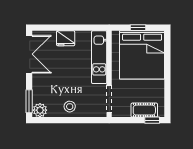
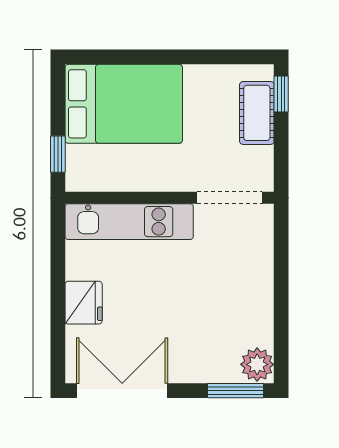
window: (138, 28) -> (58, 154), moved
bed: (142, 55) -> (124, 104), width x0.73
stool: (70, 107) -> (248, 293), removed

